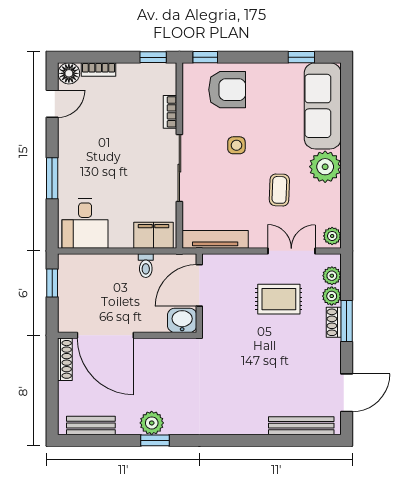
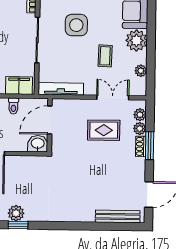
side table: (236, 145) -> (76, 25), width x1.87, depth x1.87
plant: (332, 236) -> (141, 71), moved

